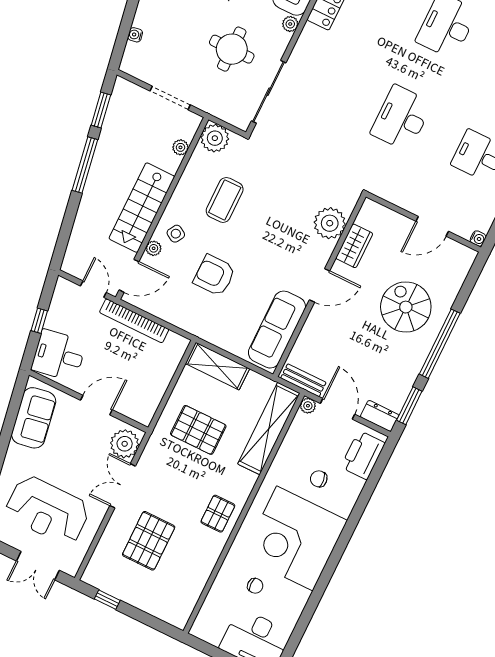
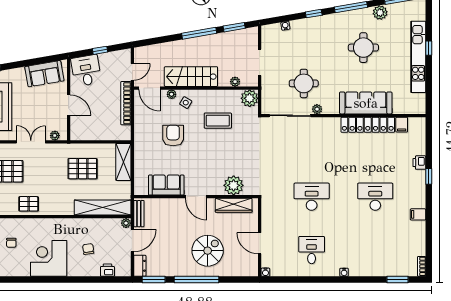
plant: (290, 24) -> (317, 109), moved
wardrobe: (354, 246) -> (234, 205), width x1.50
sofa: (277, 330) -> (166, 185), width x0.73
pallet: (198, 430) -> (83, 169), turned 90
plant: (125, 444) -> (55, 136), width x0.53, depth x0.53
printer: (363, 455) -> (107, 270), width x0.53, depth x0.68
pallet: (218, 514) -> (29, 204), moved
corner desk: (295, 538) -> (49, 258), width x0.74, depth x0.74

